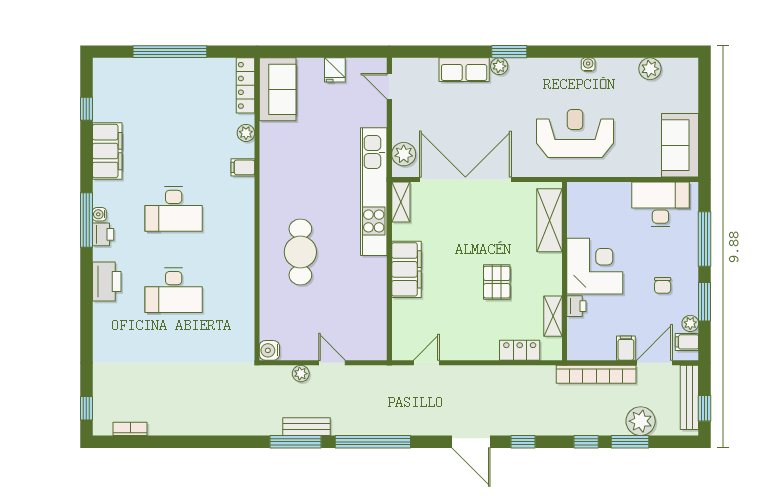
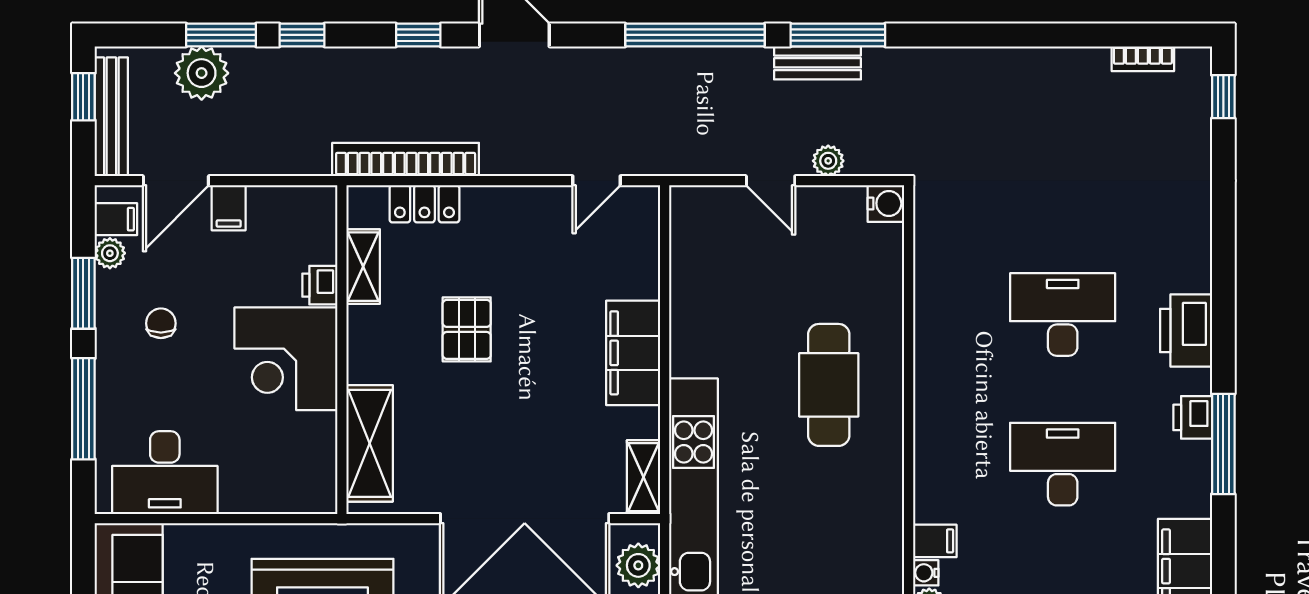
water cooler: (99, 214) -> (926, 573), moved, turned 180
bookcase: (596, 374) -> (406, 160), moved

